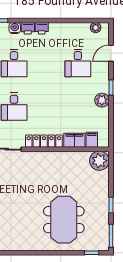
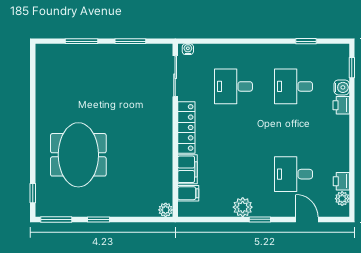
printer: (42, 28) -> (341, 181), moved
plant: (99, 161) -> (166, 210), width x0.53, depth x0.53
meeting table: (64, 220) -> (78, 155), turned 90

